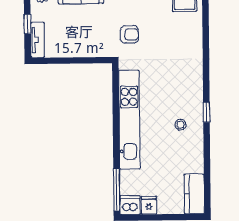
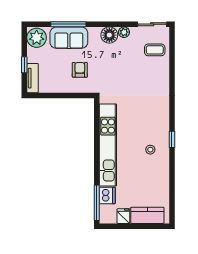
armchair: (129, 34) -> (80, 70), moved, turned -90
kitchen counter: (194, 194) -> (147, 215), moved, turned 90
dishwasher: (130, 205) -> (107, 195), moved, turned 90

